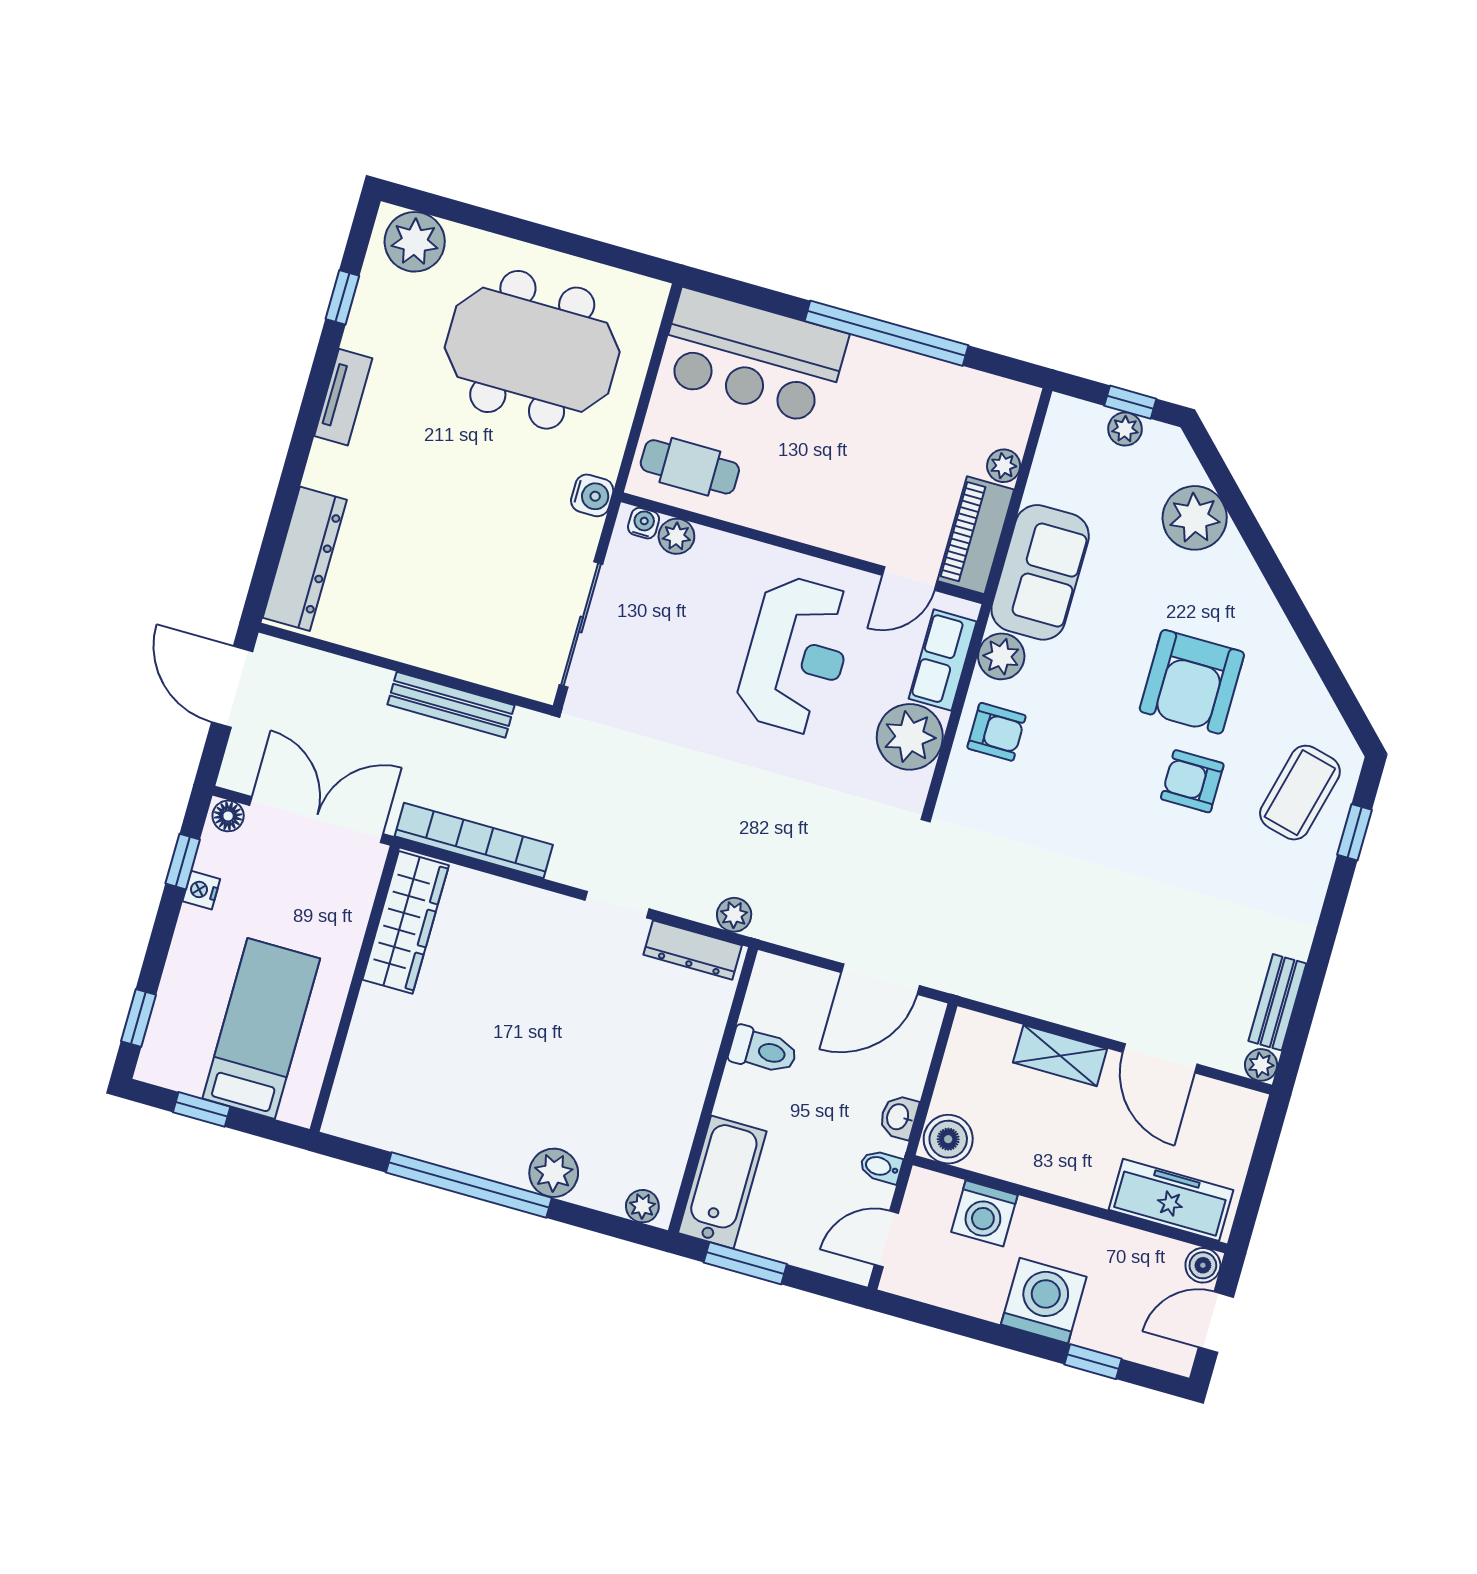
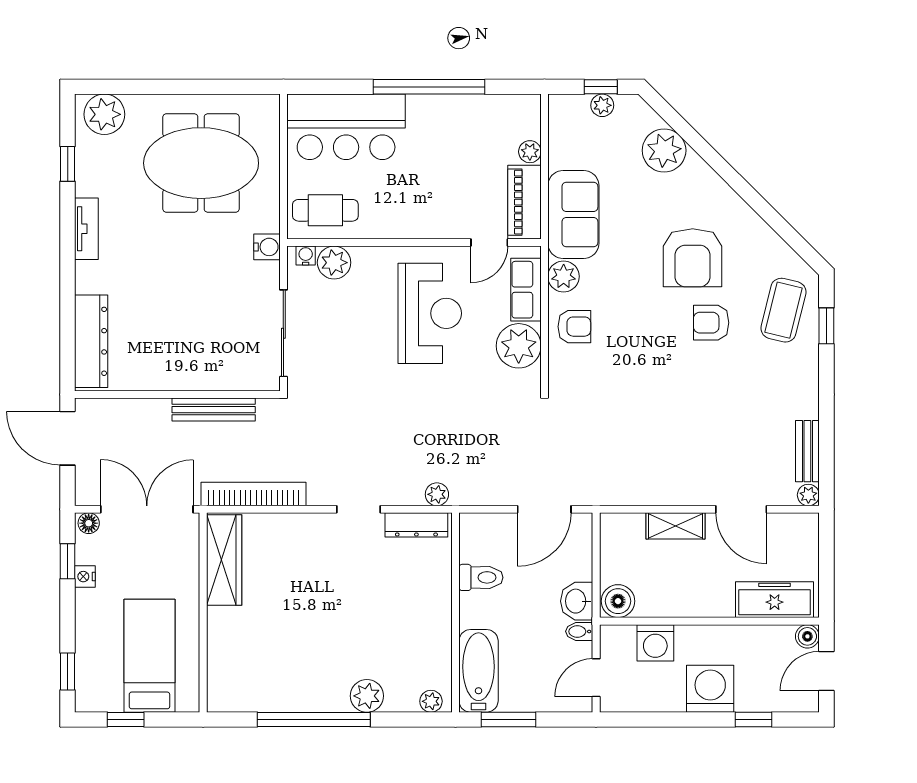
plant: (676, 536) -> (334, 263), width x1.38, depth x1.38
washbasin: (899, 1117) -> (577, 601), width x1.38, depth x1.45

